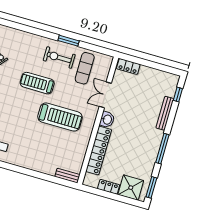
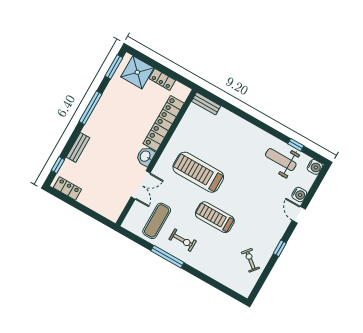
window: (68, 41) -> (167, 257), width x1.44
exercise bike: (59, 57) -> (183, 240), width x0.73, depth x0.72
locker: (128, 66) -> (67, 188), moved
treadmill: (37, 83) -> (215, 217), turned 180
bench: (165, 113) -> (78, 147), width x0.73

